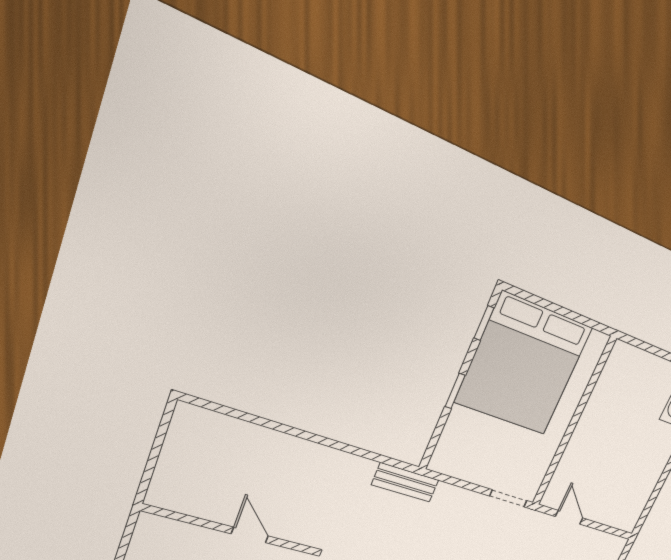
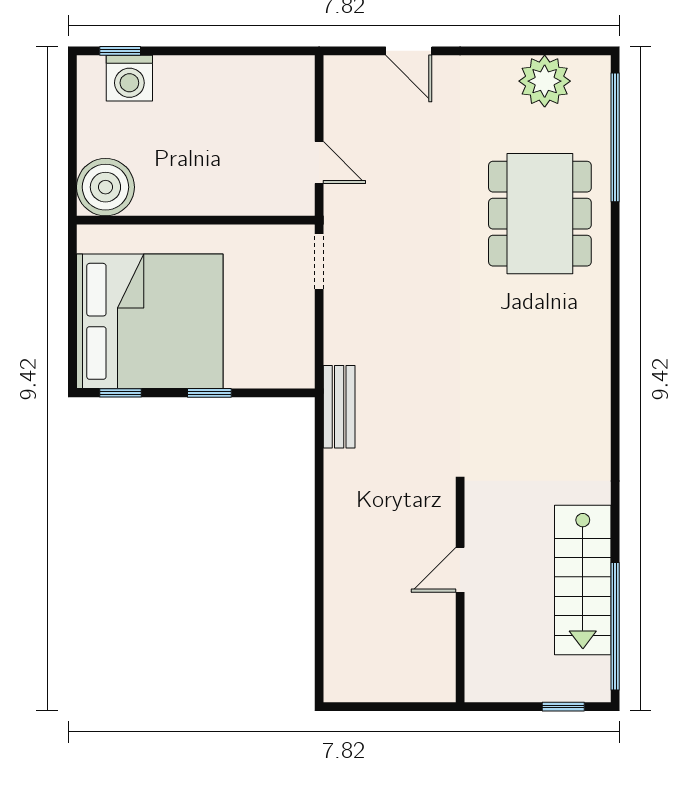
boiler: (624, 366) -> (105, 187), added
door: (569, 517) -> (319, 163), swing flipped

